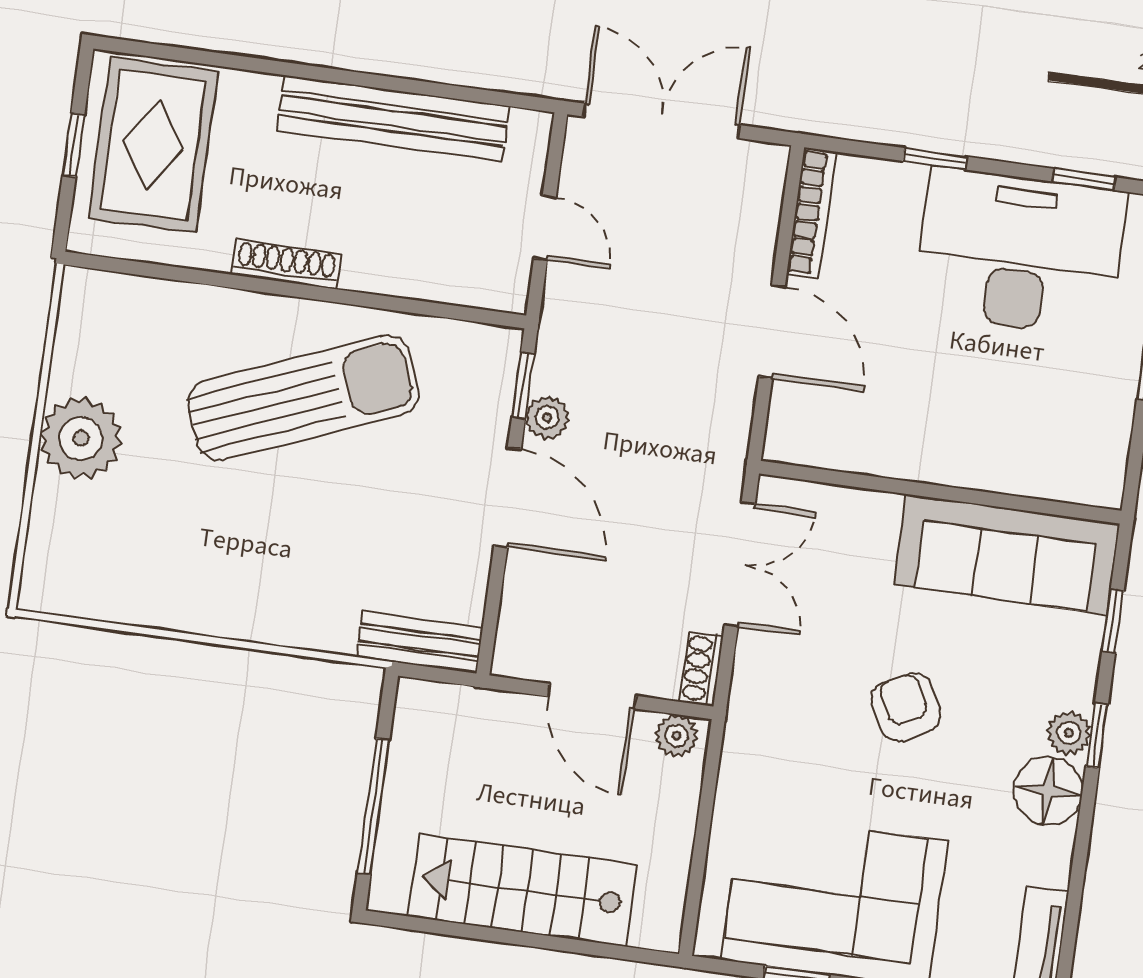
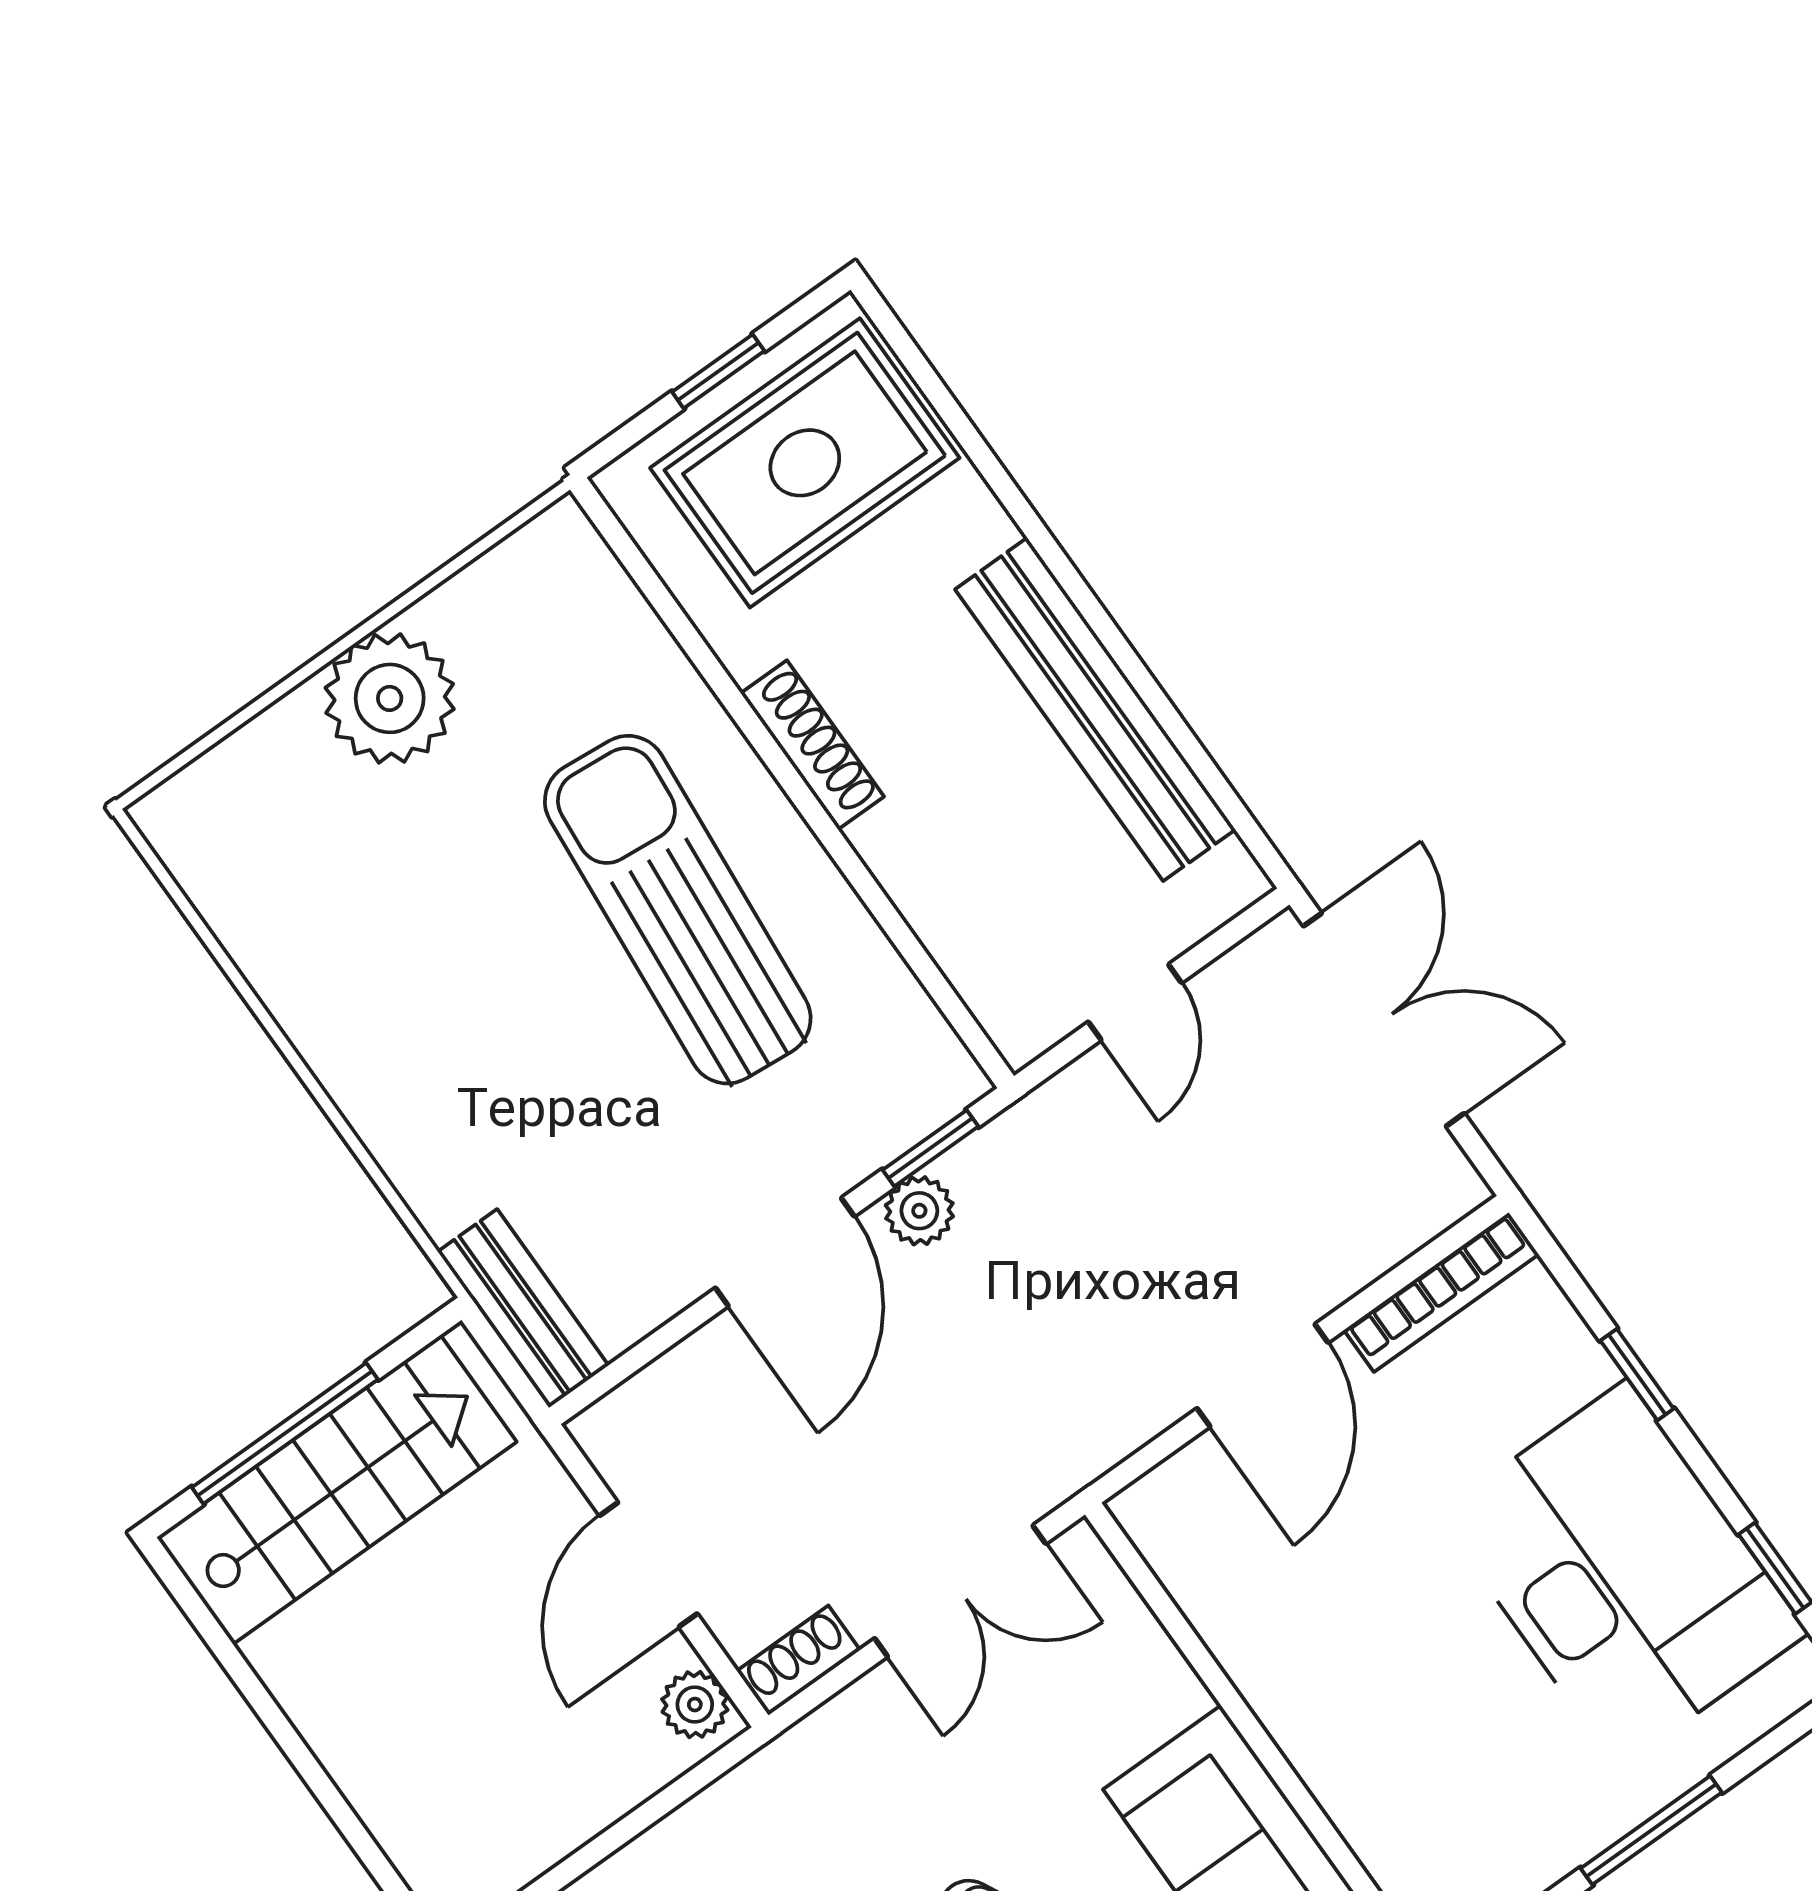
sun lounger: (303, 398) -> (678, 910), turned -153
stairs: (523, 890) -> (337, 1490), moved, turned 90

